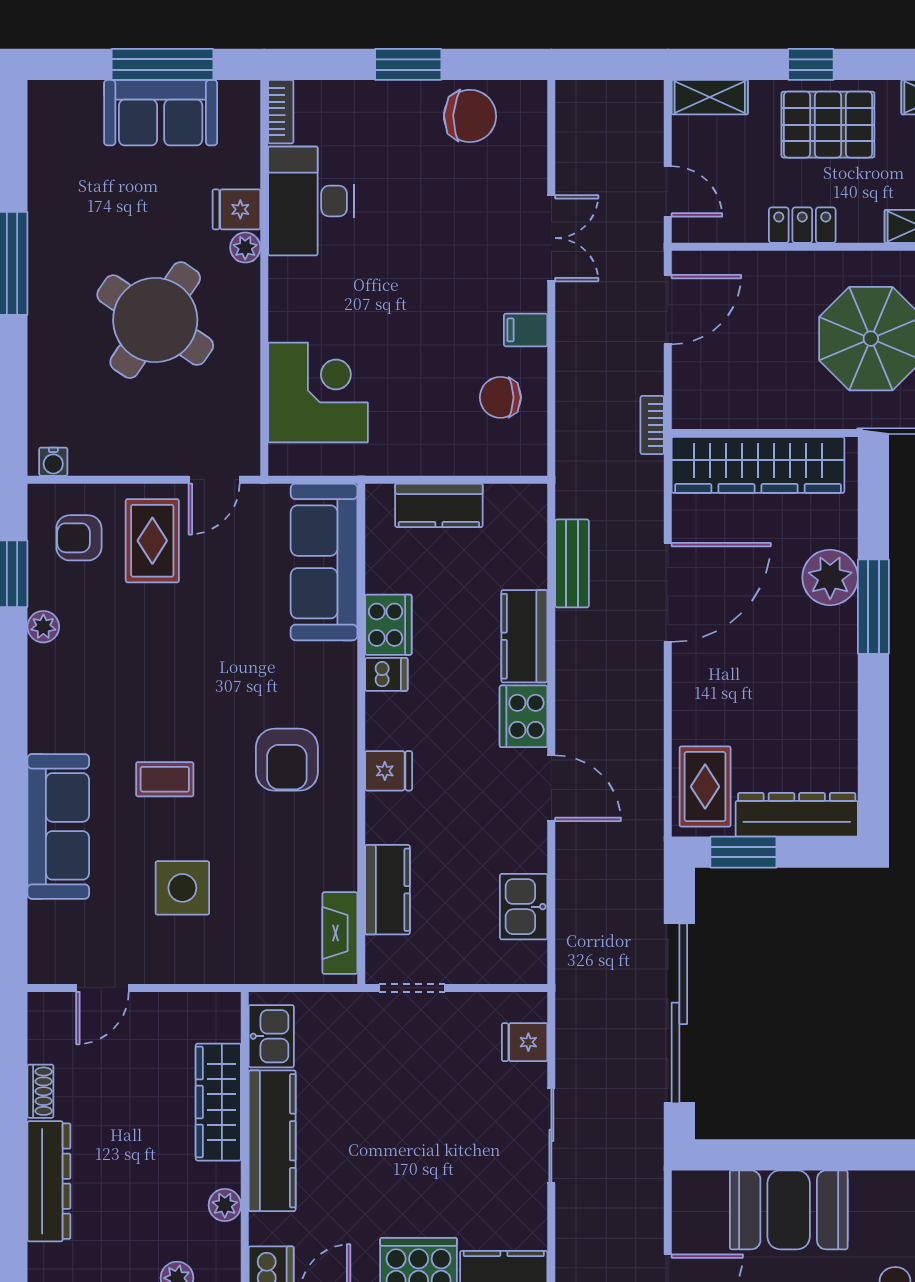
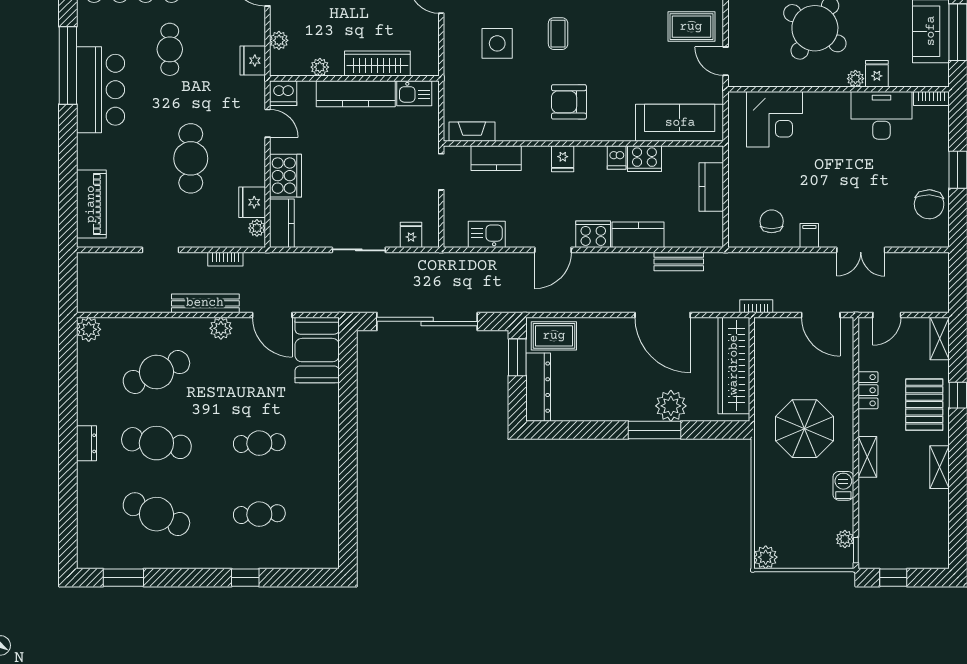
booth: (789, 1210) -> (317, 350), moved

